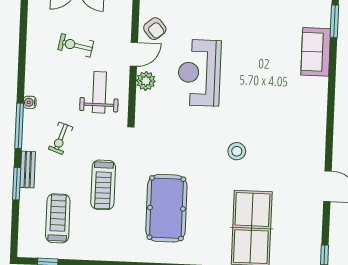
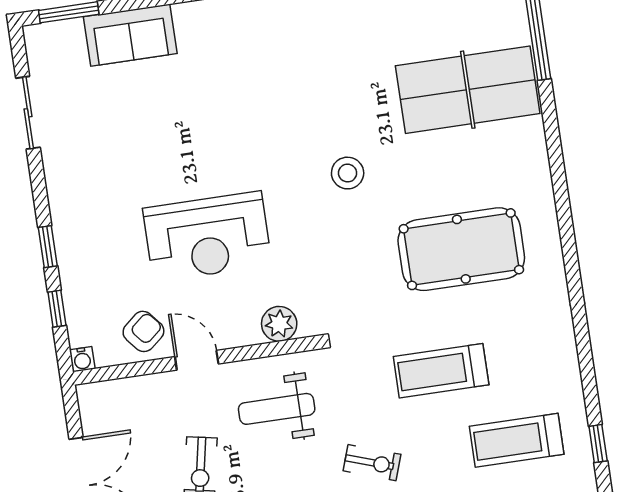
plant: (146, 81) -> (279, 324), moved
stool: (237, 151) -> (348, 173), moved
treadmill: (103, 185) -> (441, 371), turned 180

